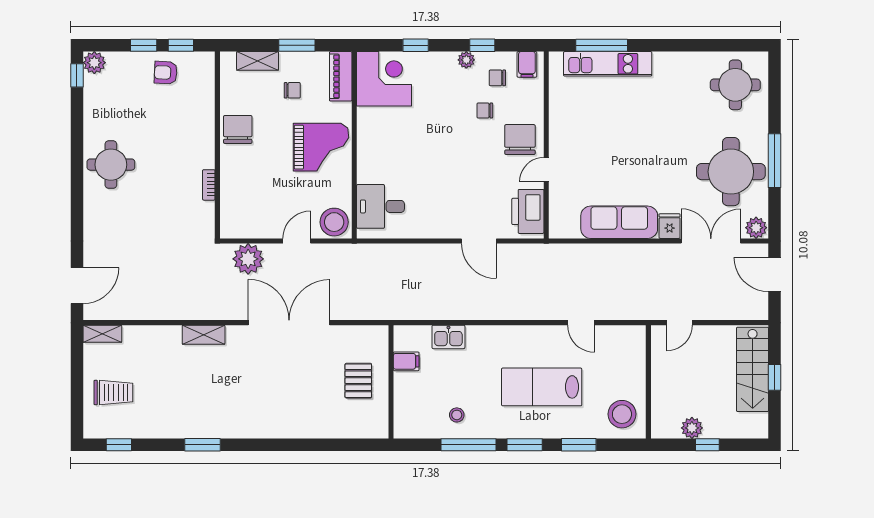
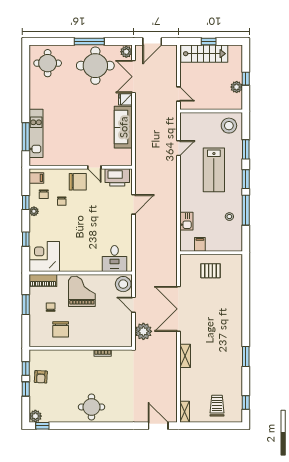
shelving: (258, 61) -> (34, 326), removed
chair: (238, 129) -> (61, 329), moved, turned -90
chair: (520, 140) -> (78, 182), turned 180

